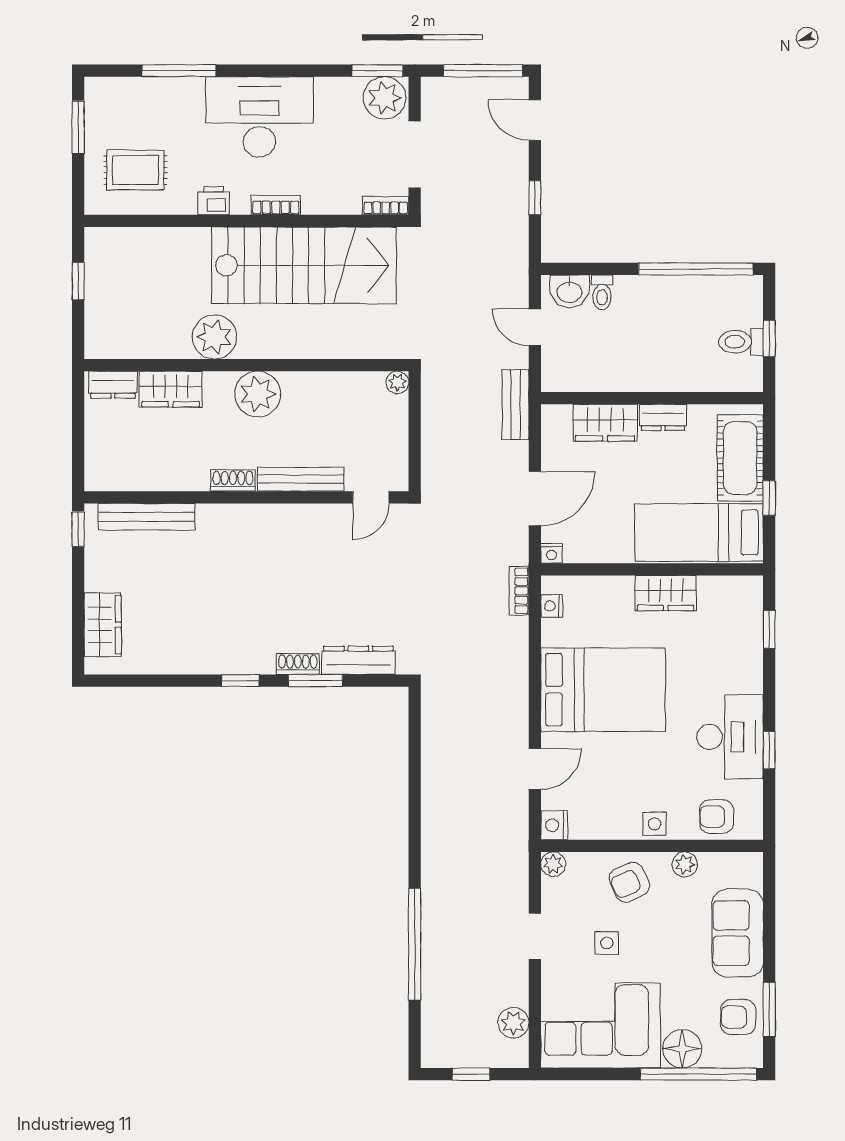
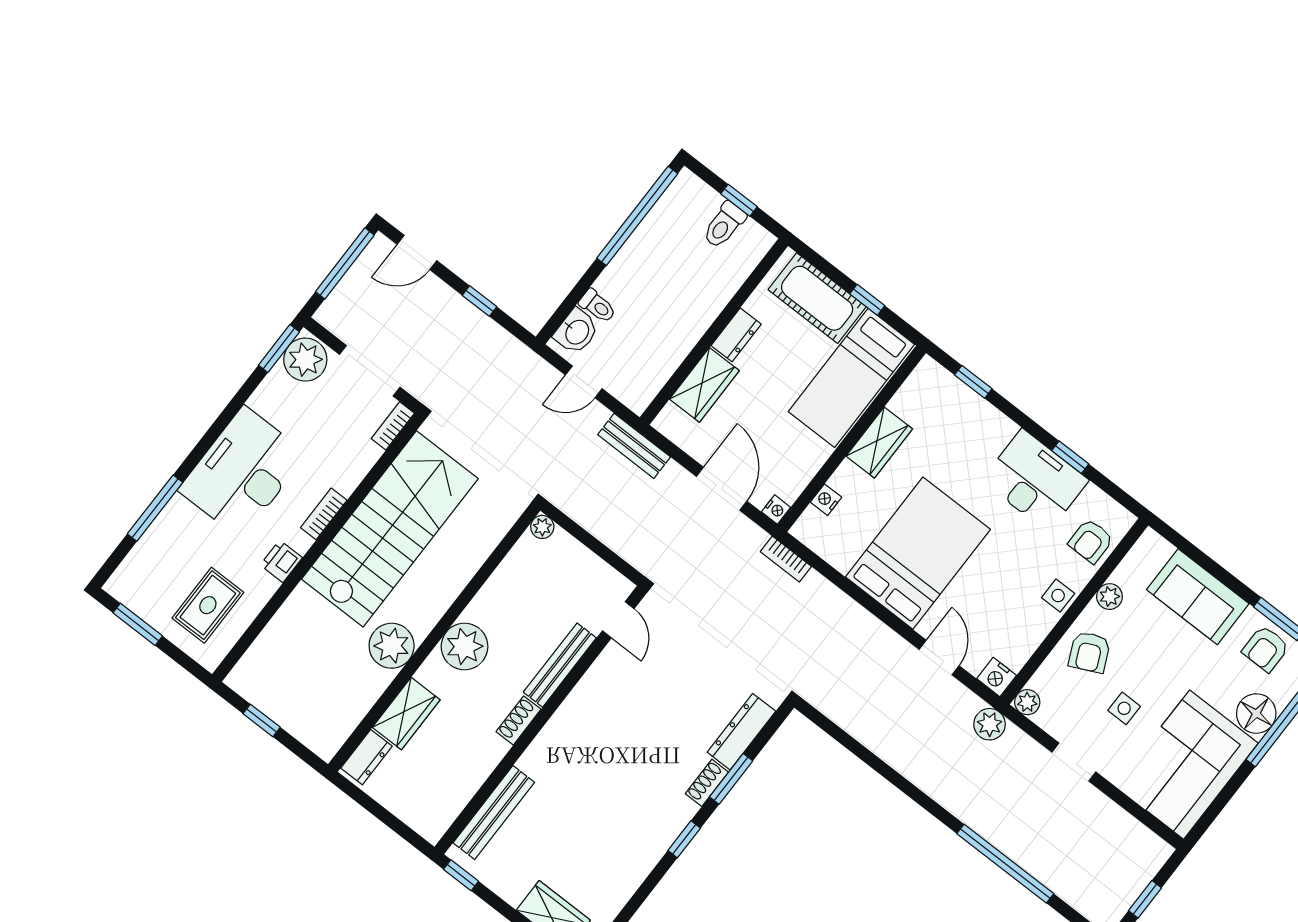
nightstand: (552, 606) -> (826, 500), moved, turned 90
plant: (513, 1023) -> (990, 724), moved

